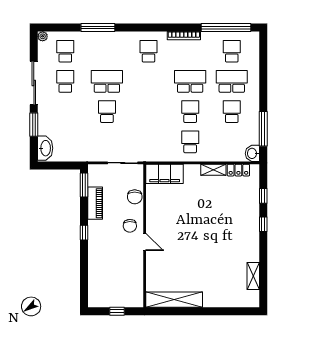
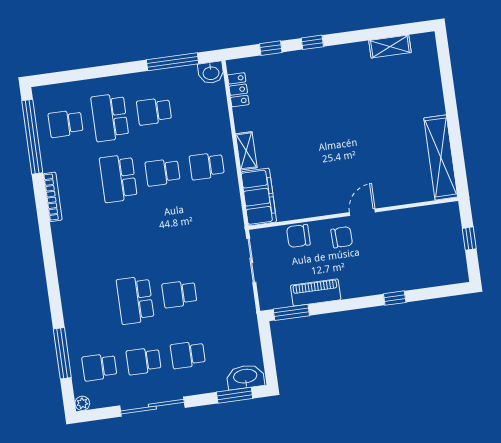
window: (98, 28) -> (62, 353), moved
school desk: (149, 51) -> (188, 355), moved
window: (34, 125) -> (235, 395), moved
shelving: (213, 170) -> (246, 151), moved
chair: (135, 197) -> (298, 236), turned 180
window: (84, 233) -> (395, 298), moved

